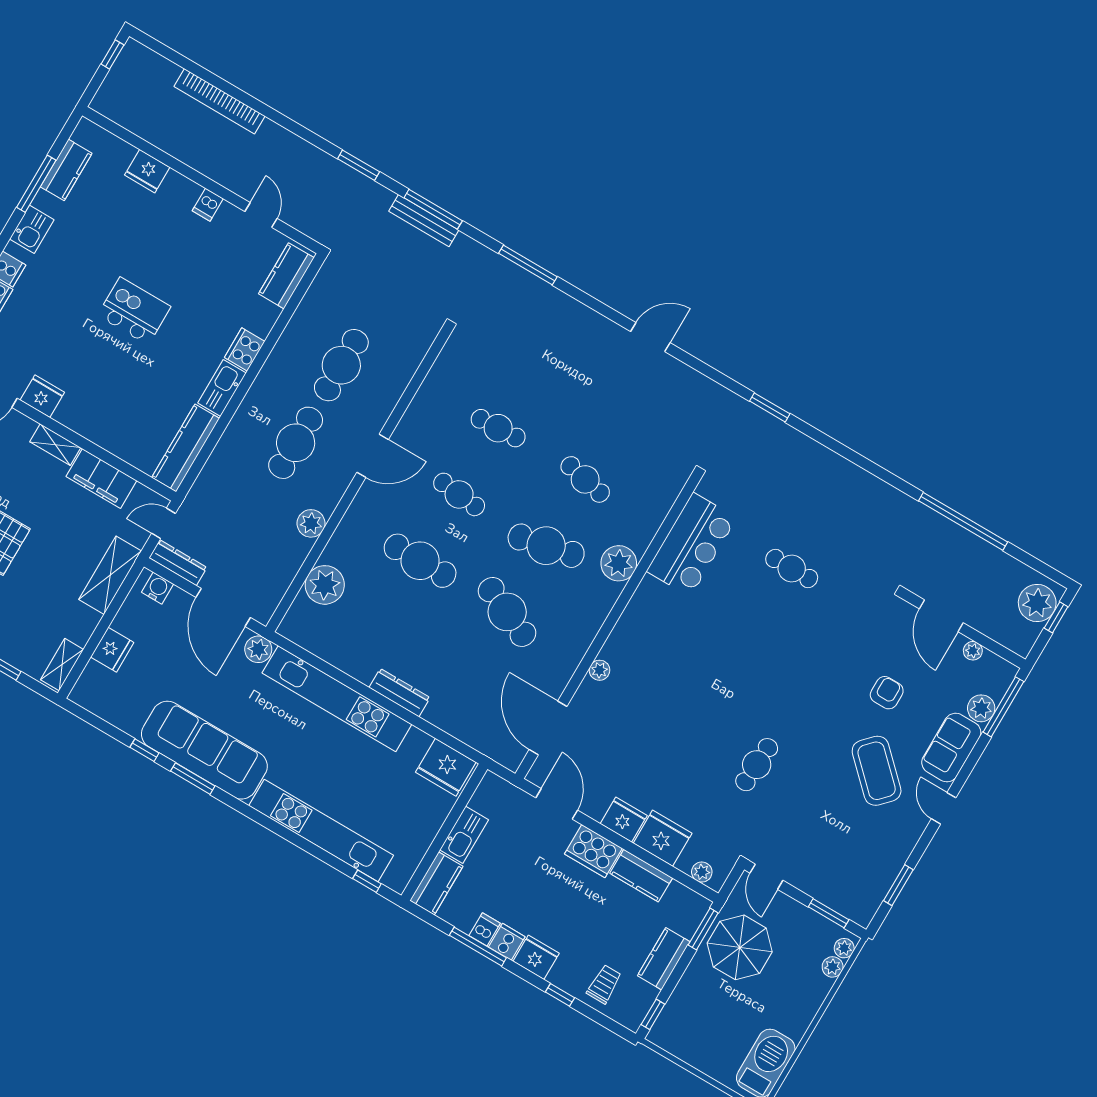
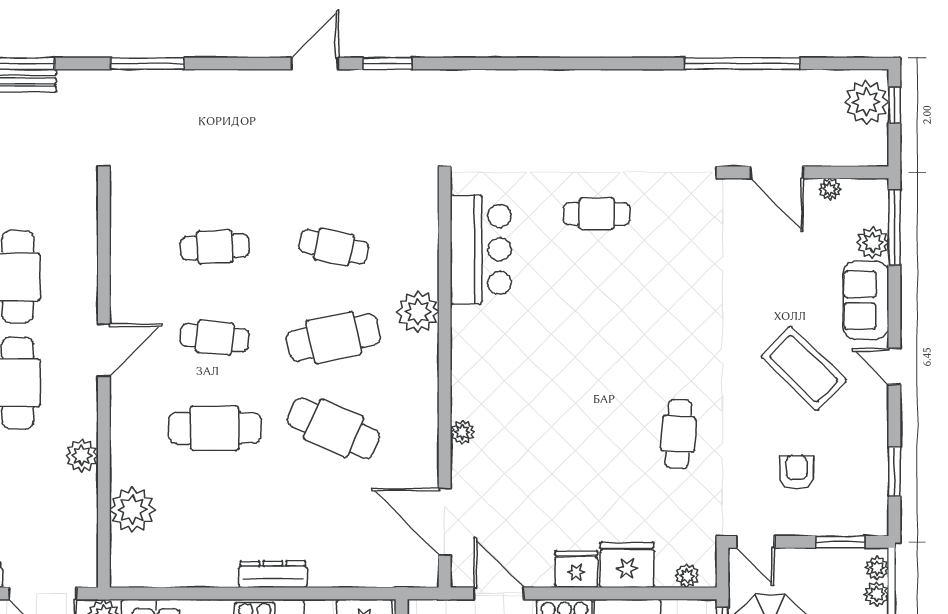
window: (770, 407) -> (388, 63), moved
armchair: (887, 693) -> (797, 472), moved

